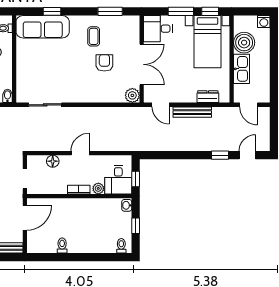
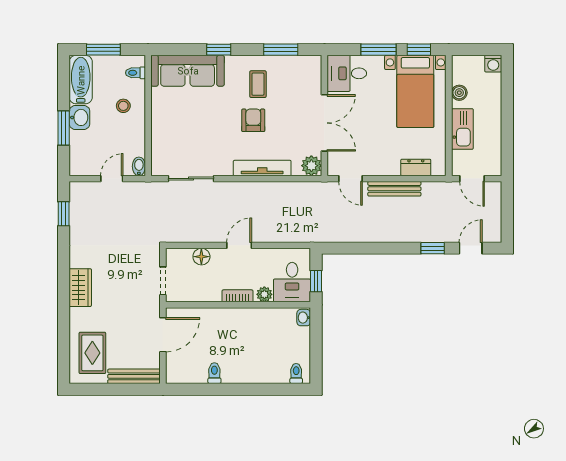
window: (52, 11) -> (219, 50), moved
boiler: (244, 43) -> (459, 93), width x0.54, depth x0.54
armchair: (104, 63) -> (253, 120), moved
tv unit: (97, 97) -> (262, 168), added
window: (136, 226) -> (316, 346), removed

